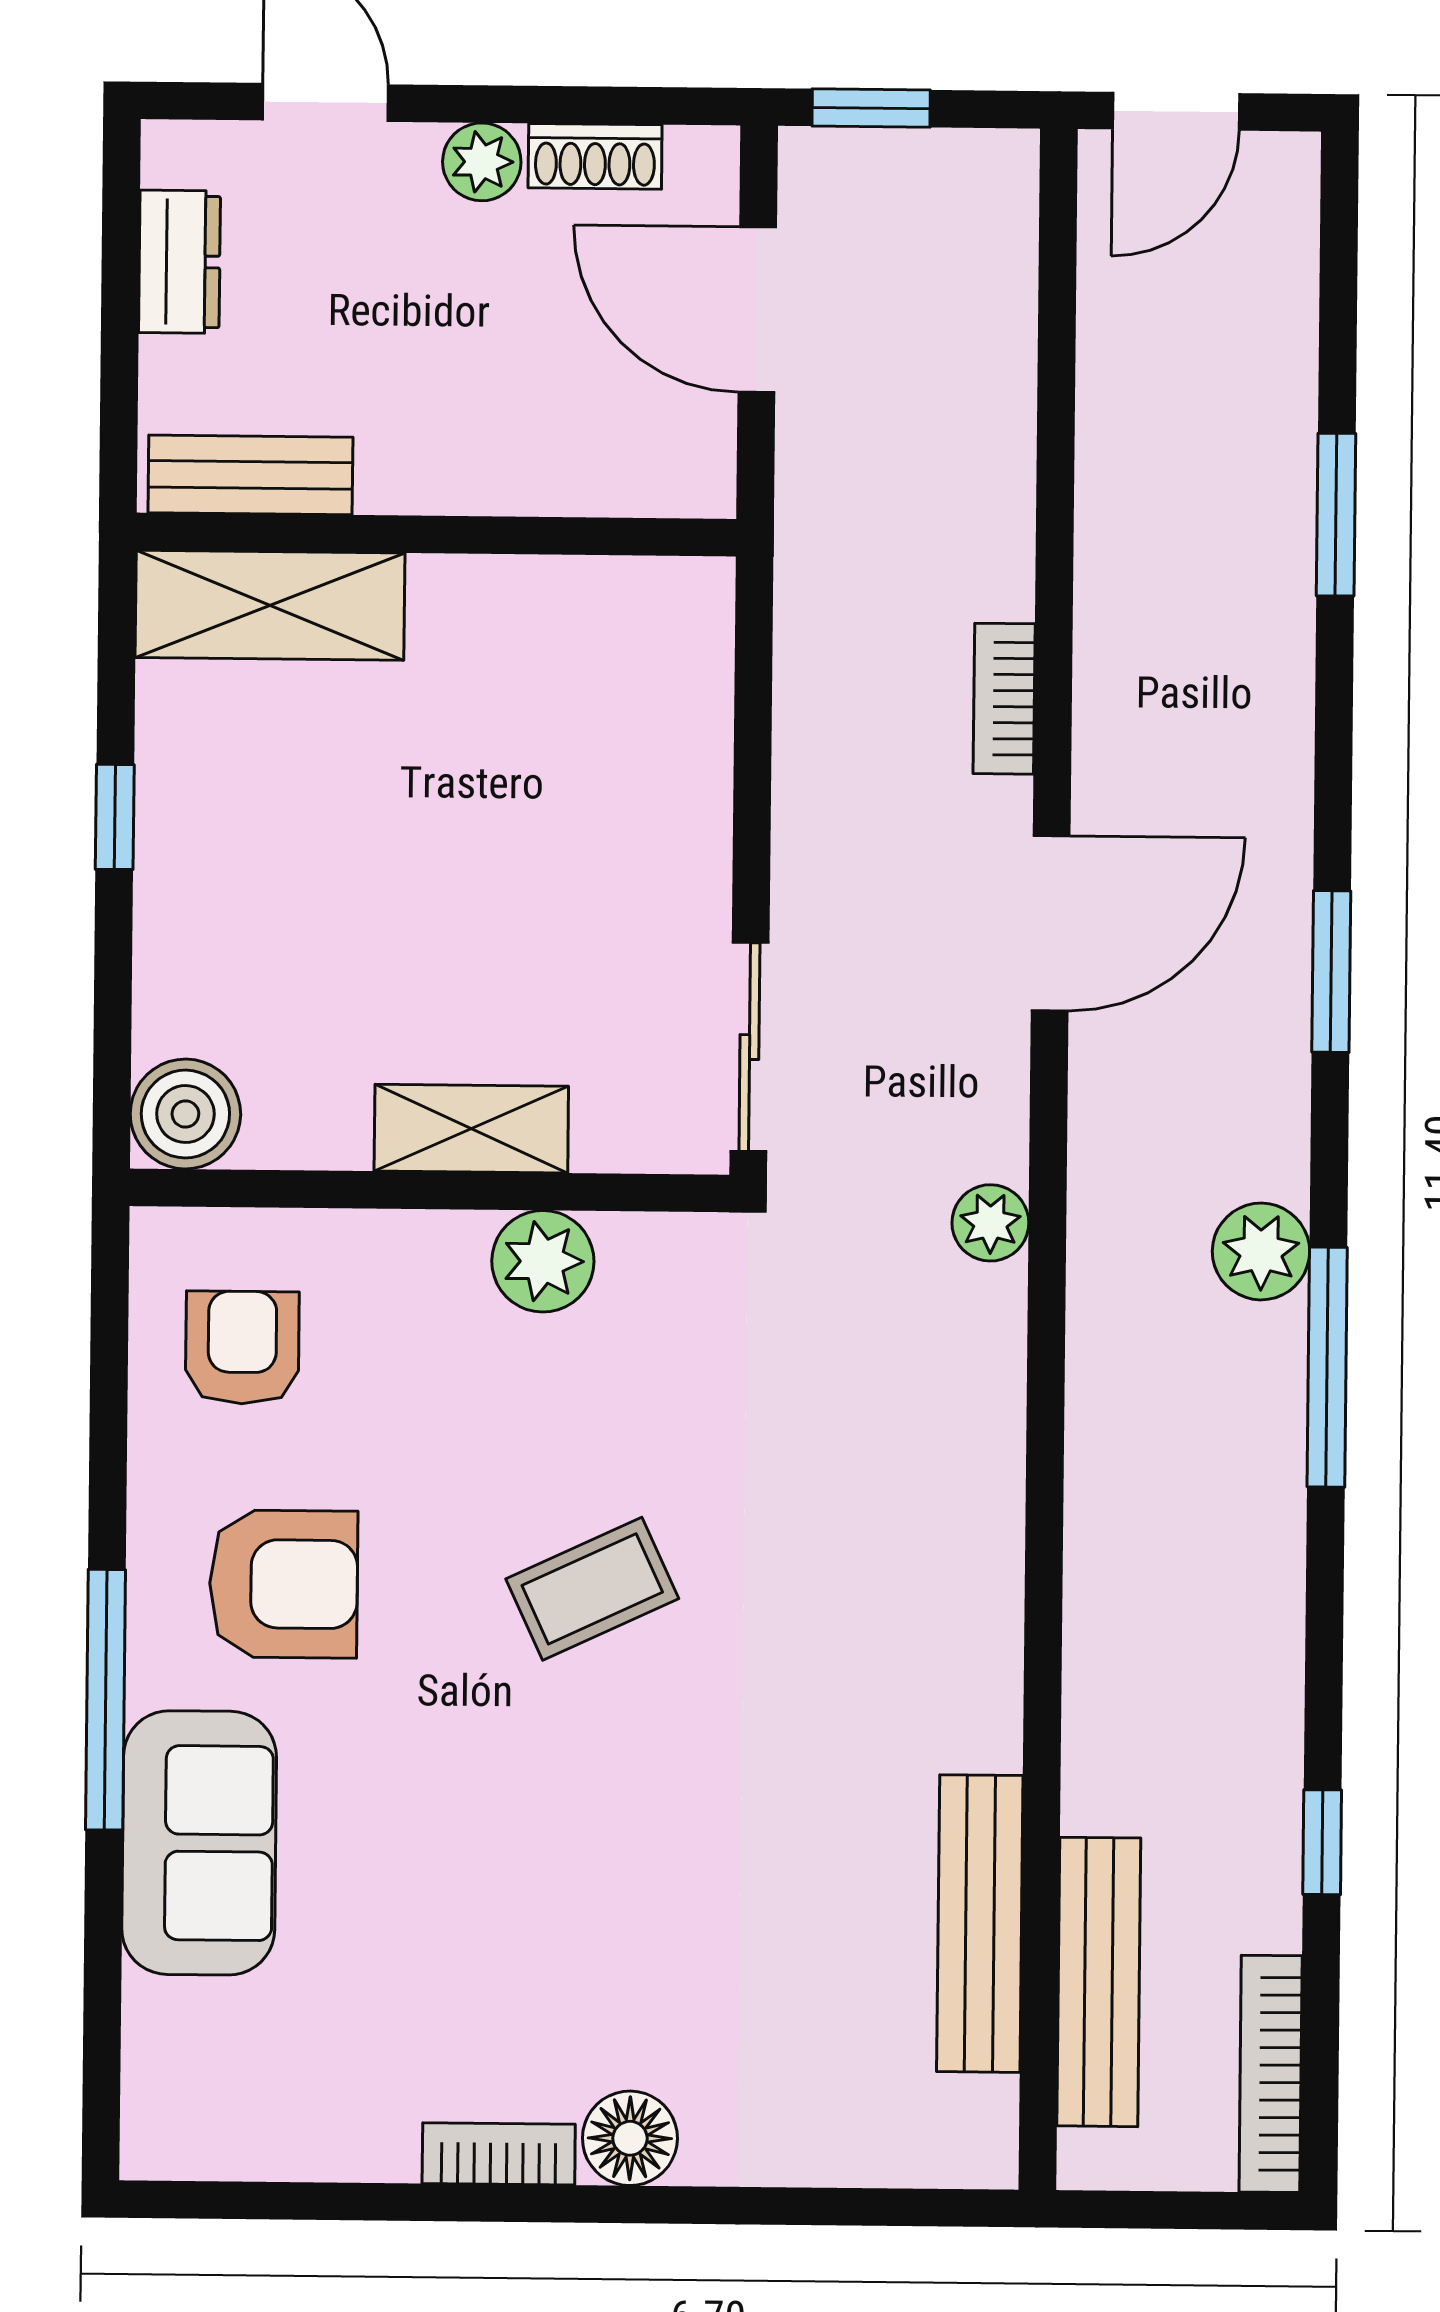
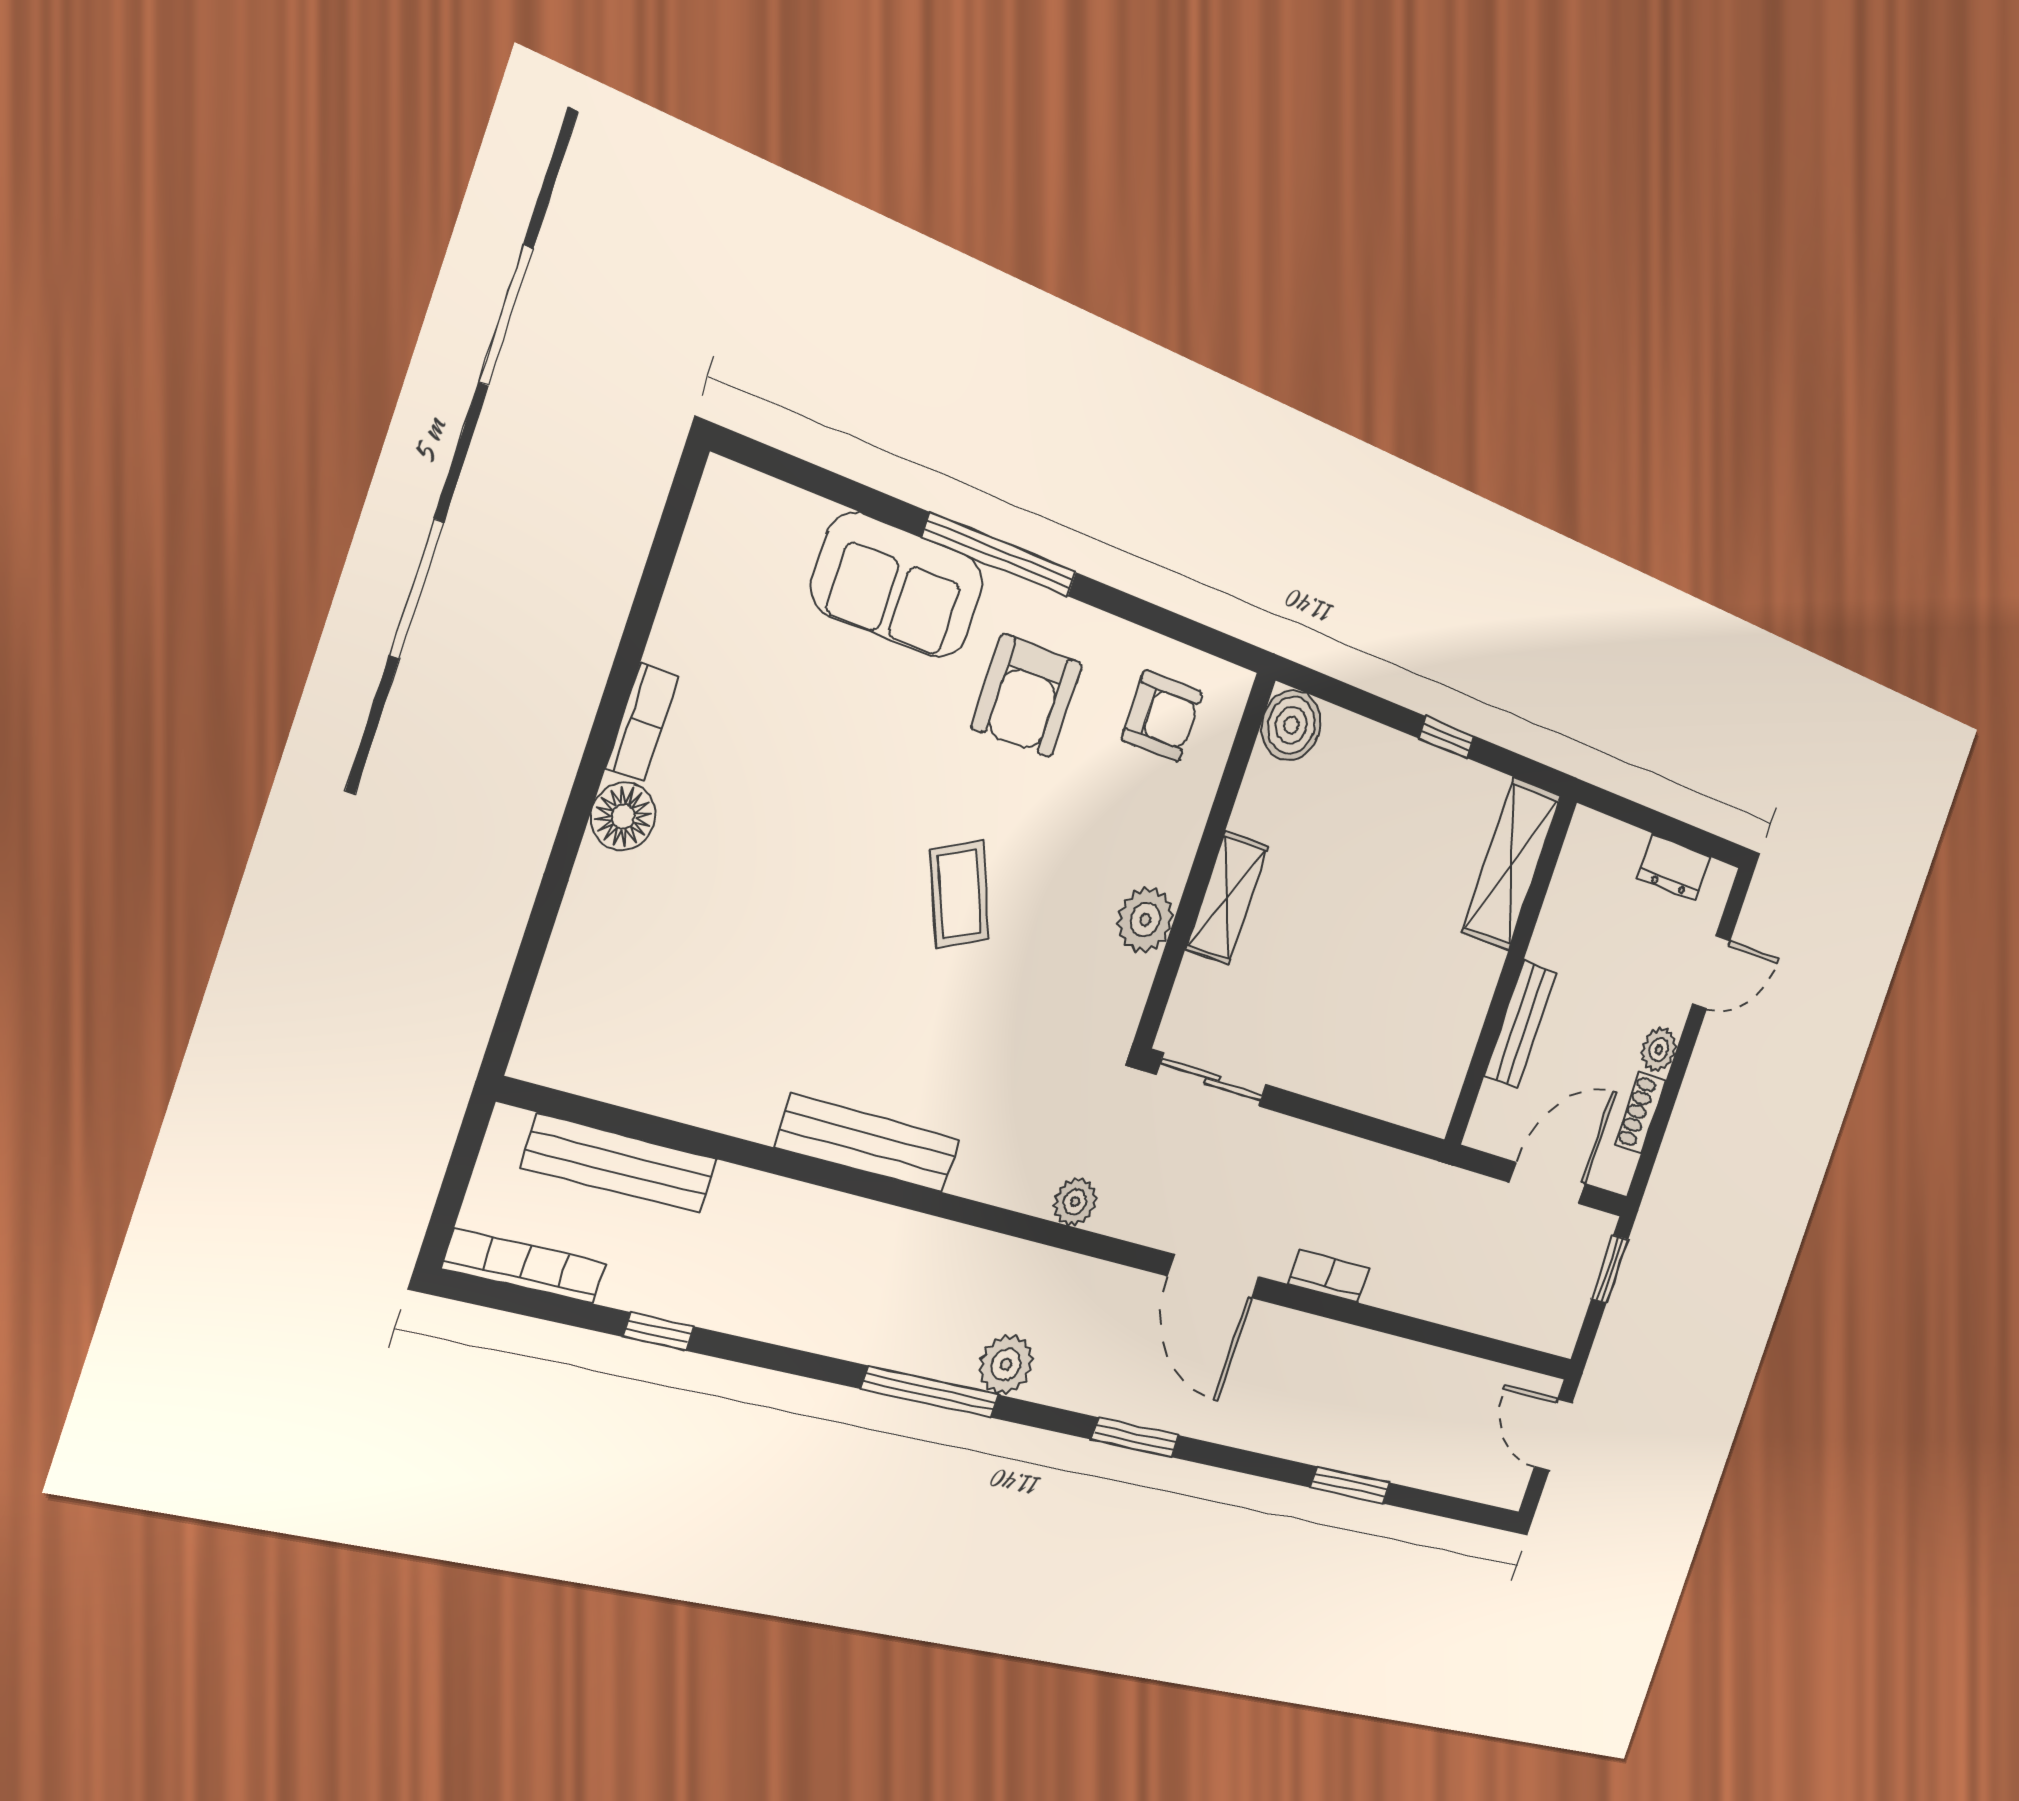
bench: (250, 475) -> (1520, 1024), moved
bench: (980, 1924) -> (868, 1143), moved

